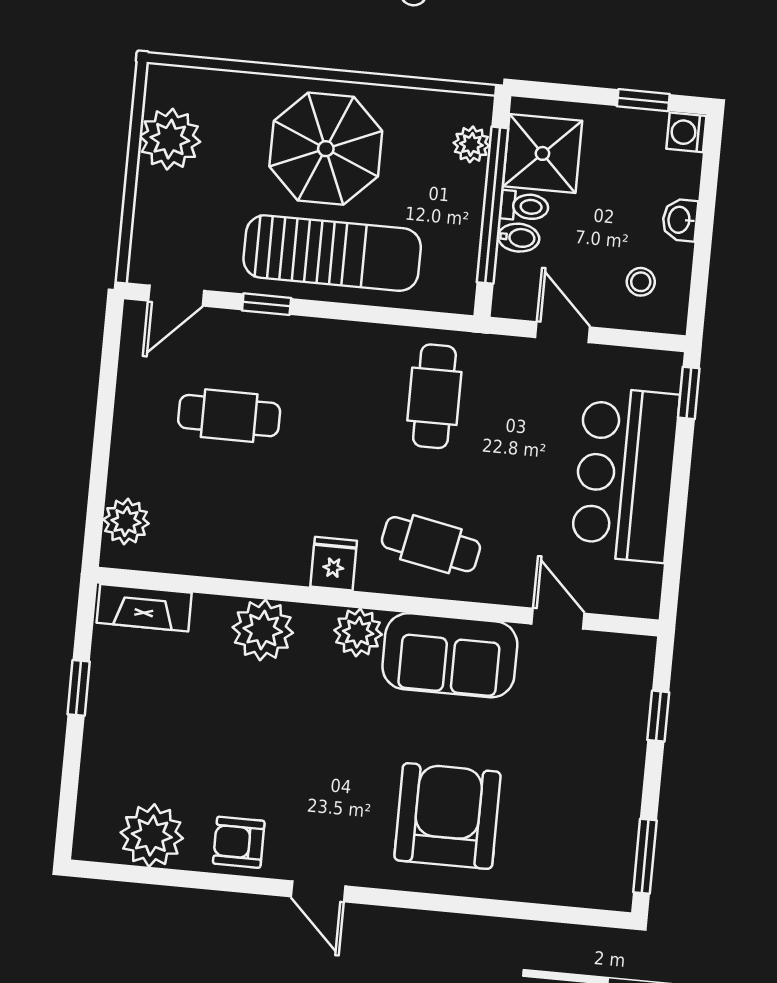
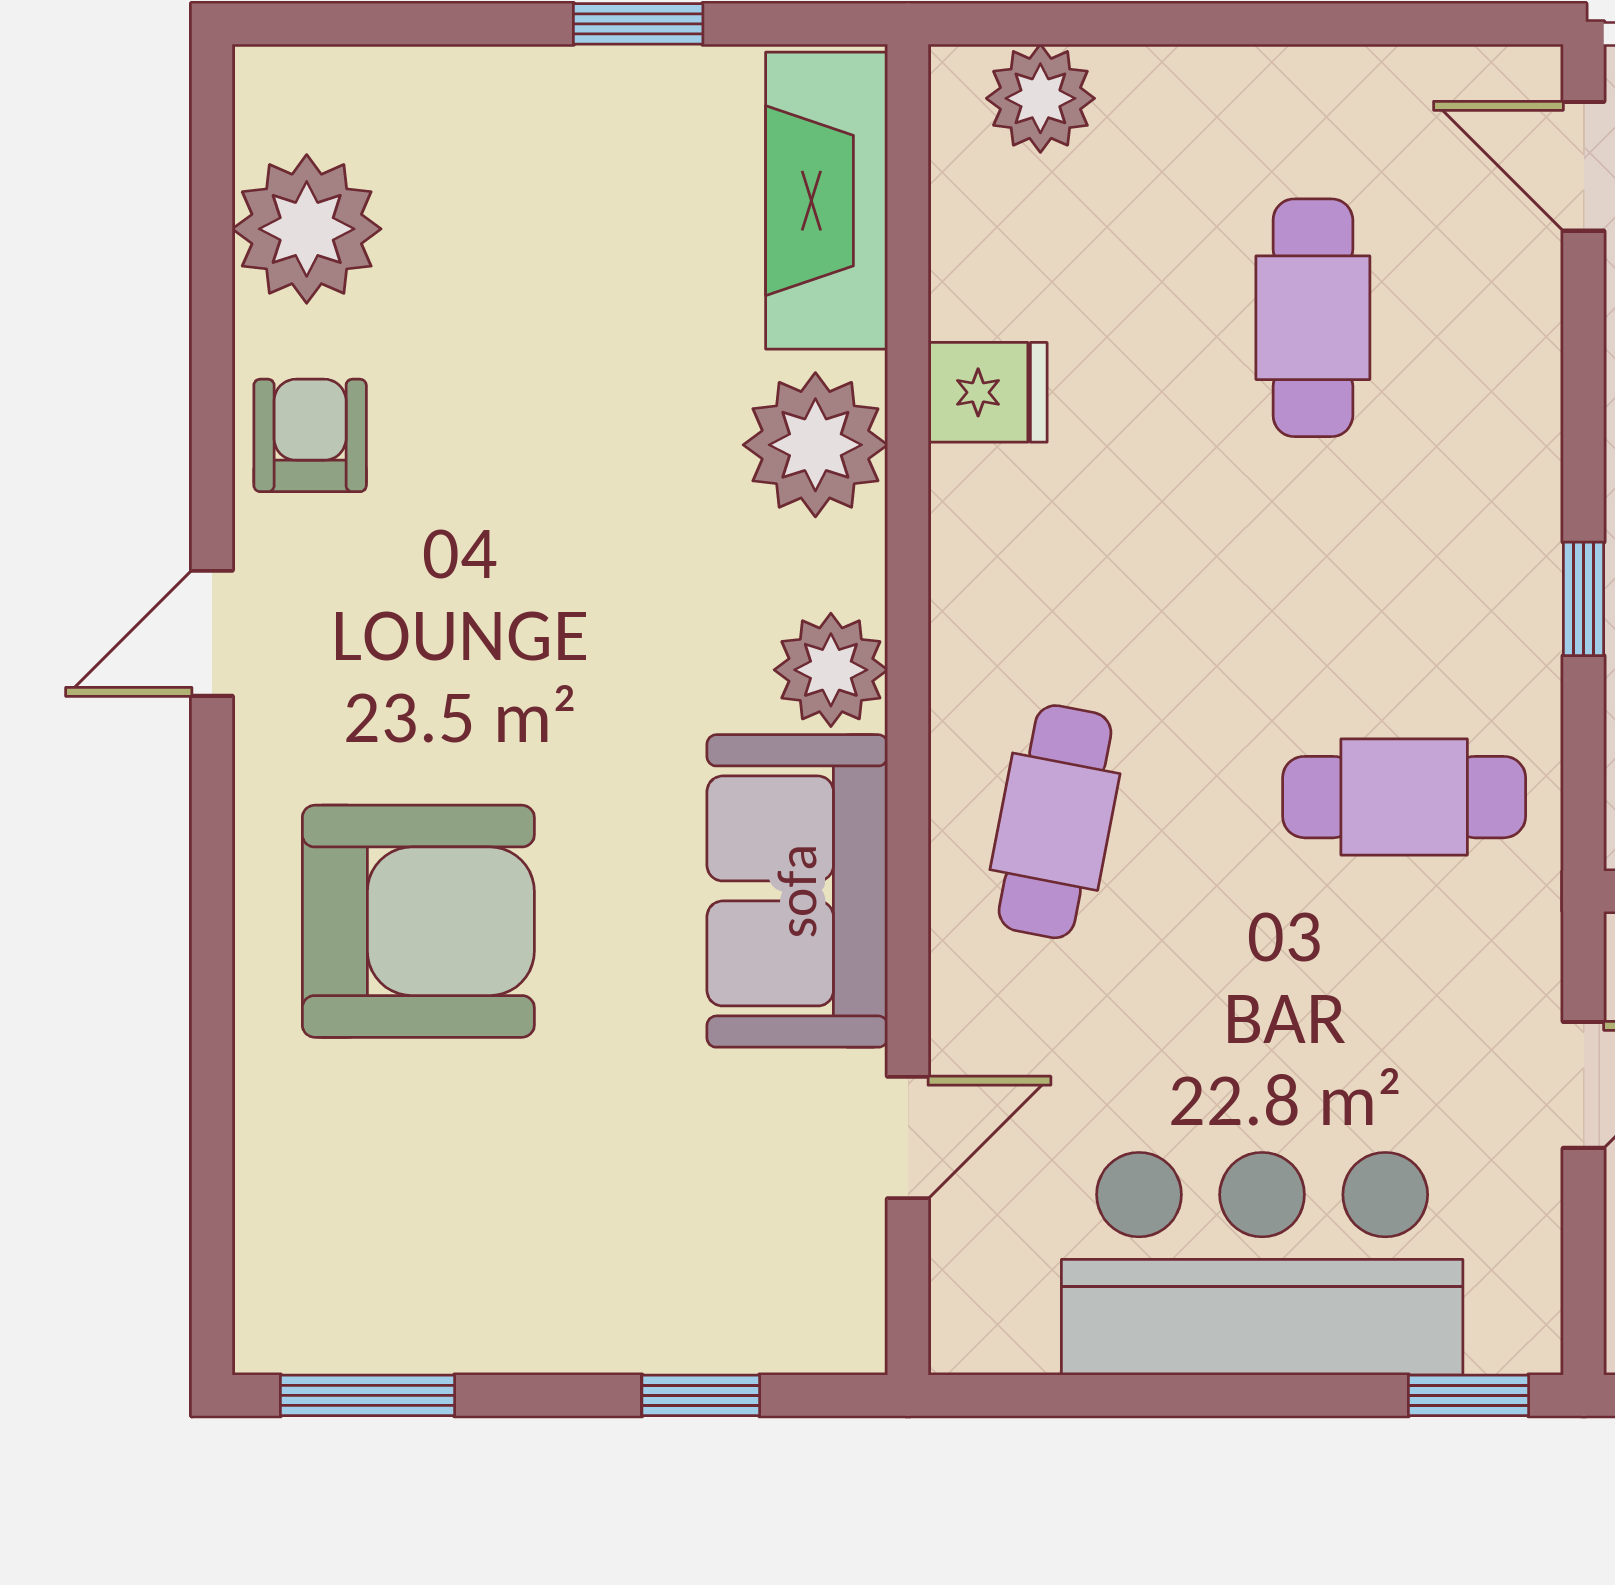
window: (267, 304) -> (1584, 599), moved
fridge: (334, 564) -> (988, 392), moved
fireplace: (144, 608) -> (827, 201), width x1.37, depth x1.32

